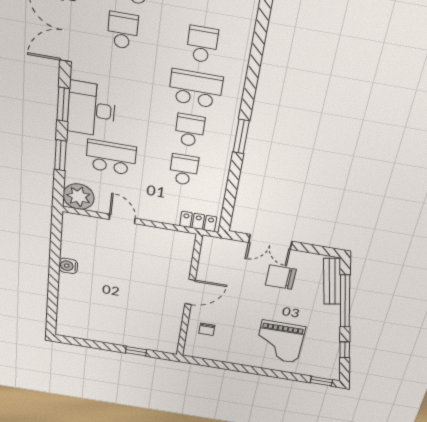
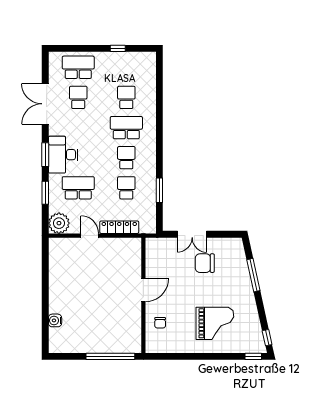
window: (241, 136) -> (159, 190), moved
locker: (198, 221) -> (119, 227), moved, width x1.53
water cooler: (68, 266) -> (55, 320), moved
bench: (332, 281) -> (241, 259), removed
window: (345, 301) -> (253, 275), width x0.68
grand piano: (280, 342) -> (215, 323), turned -90
window: (345, 350) -> (267, 338), moved
window: (136, 351) -> (110, 356), width x3.17

